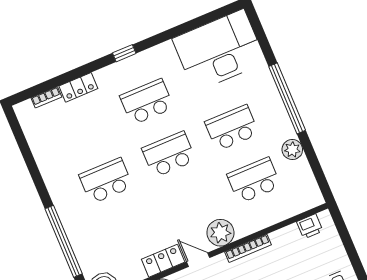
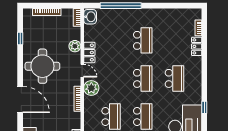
window: (124, 53) -> (204, 107), moved
door: (198, 260) -> (82, 71), hinge flipped

